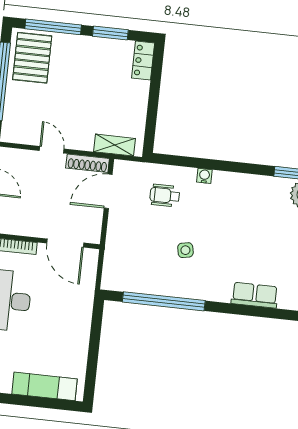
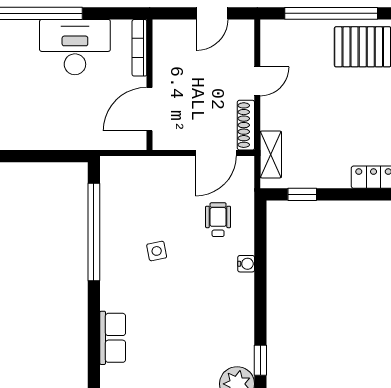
window: (151, 122) -> (302, 194), added
door: (108, 191) -> (216, 153), swing flipped

